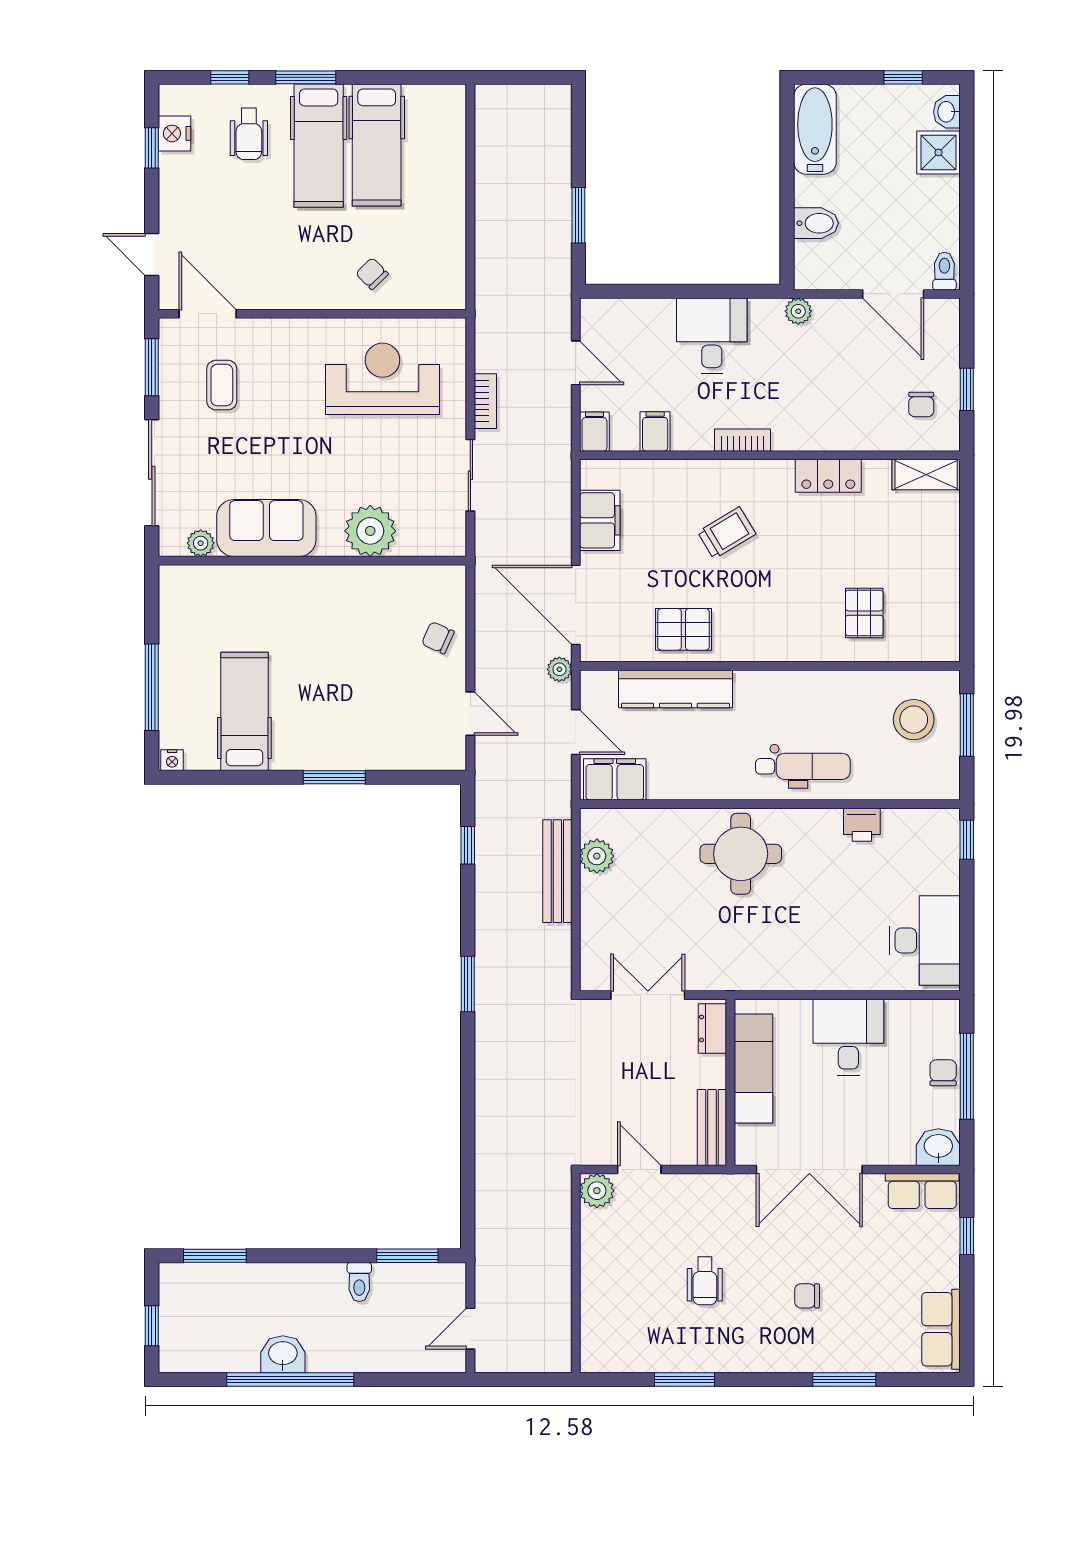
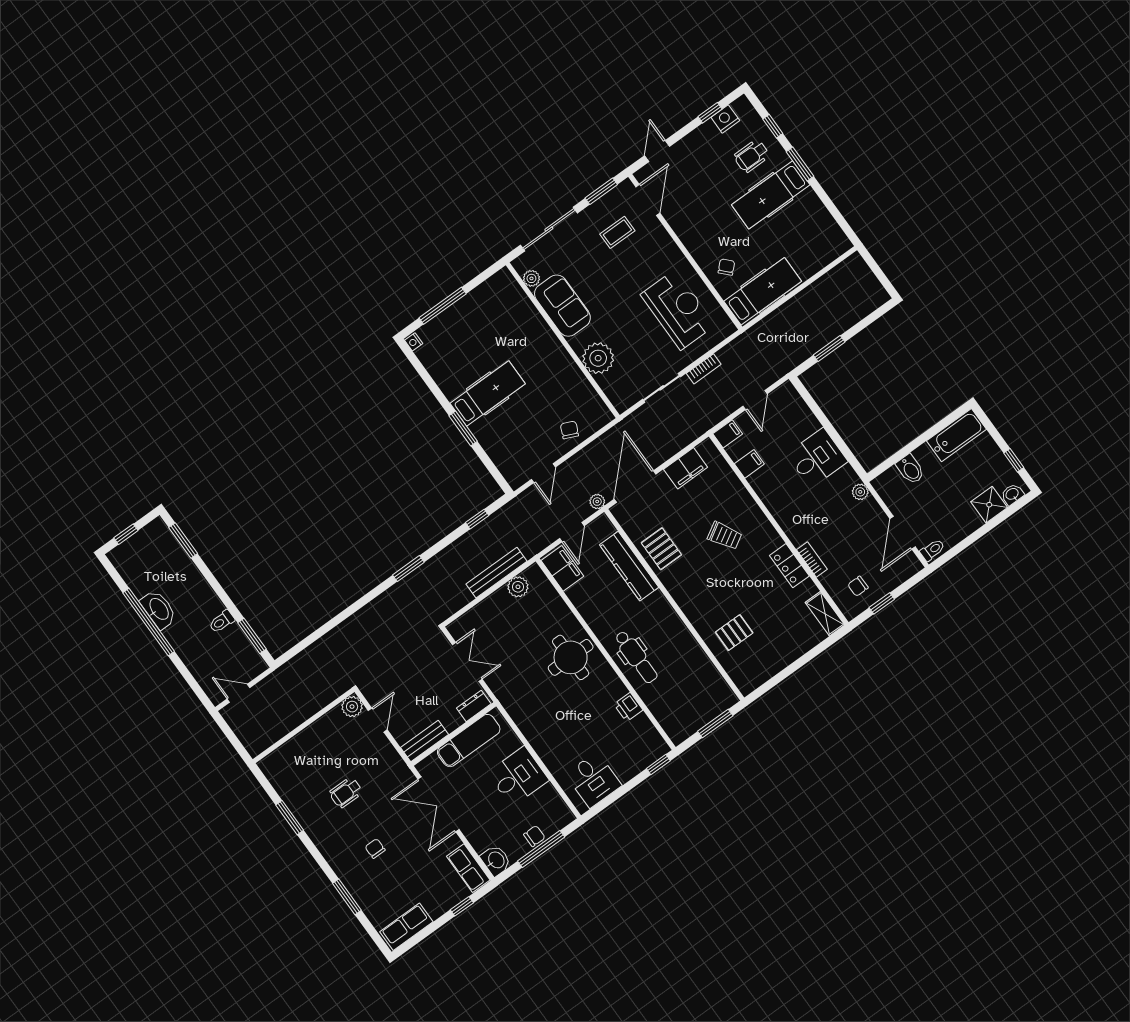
hospital bed: (377, 145) -> (763, 291), moved, turned 180
bookcase: (743, 440) -> (812, 560), moved
hospital bed: (244, 711) -> (488, 393), moved
stool: (914, 720) -> (699, 695), removed
desk: (925, 940) -> (593, 780), width x0.73
washbasin: (283, 1354) -> (159, 609), width x1.38

